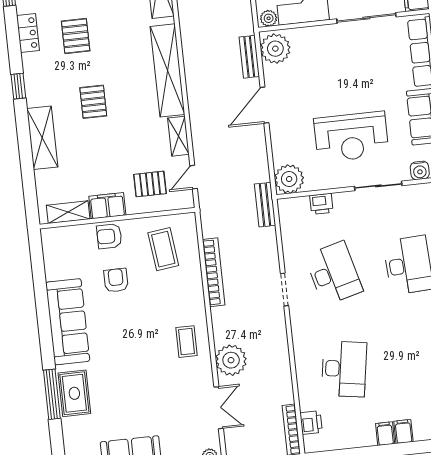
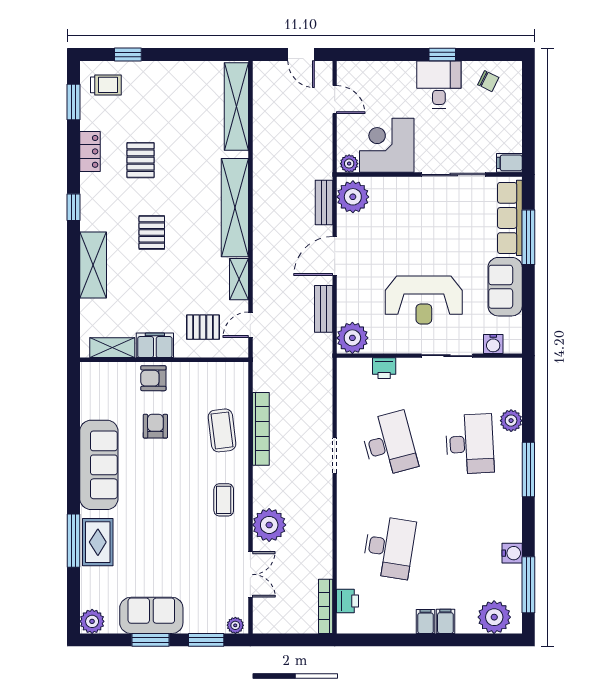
bench: (265, 205) -> (324, 309), moved
coffee table: (163, 249) -> (222, 430), moved

